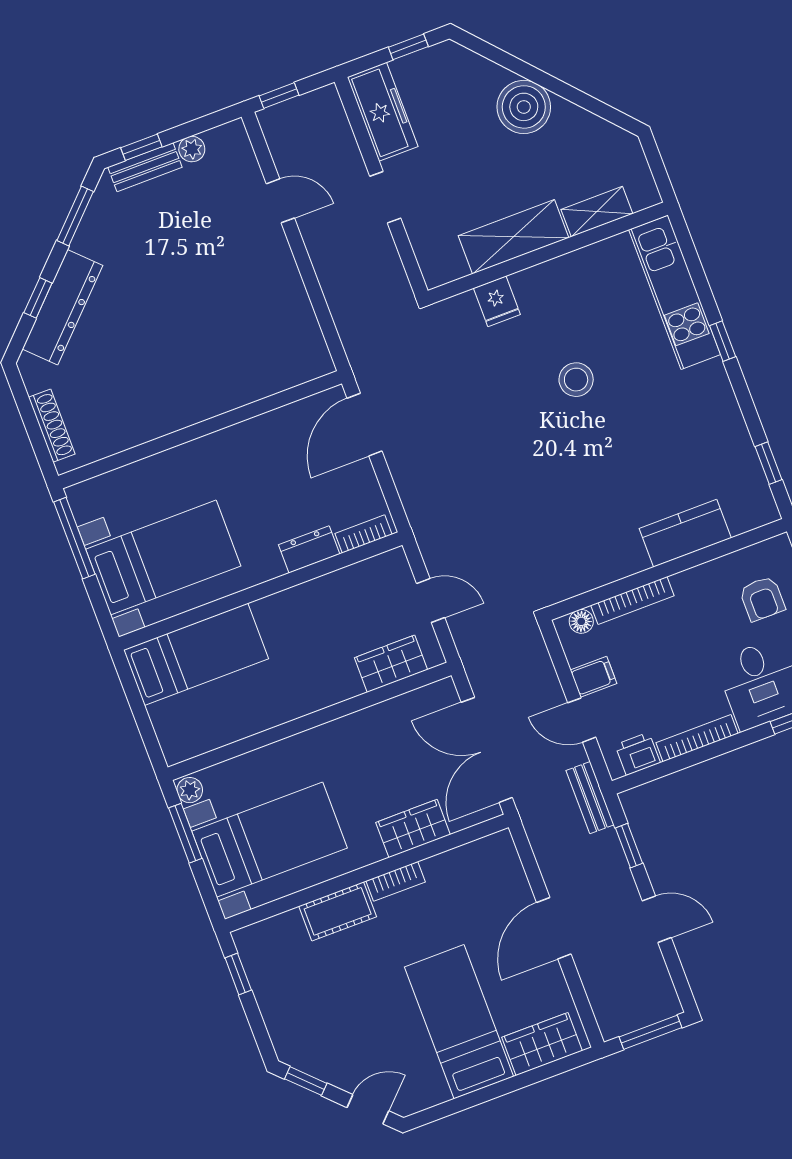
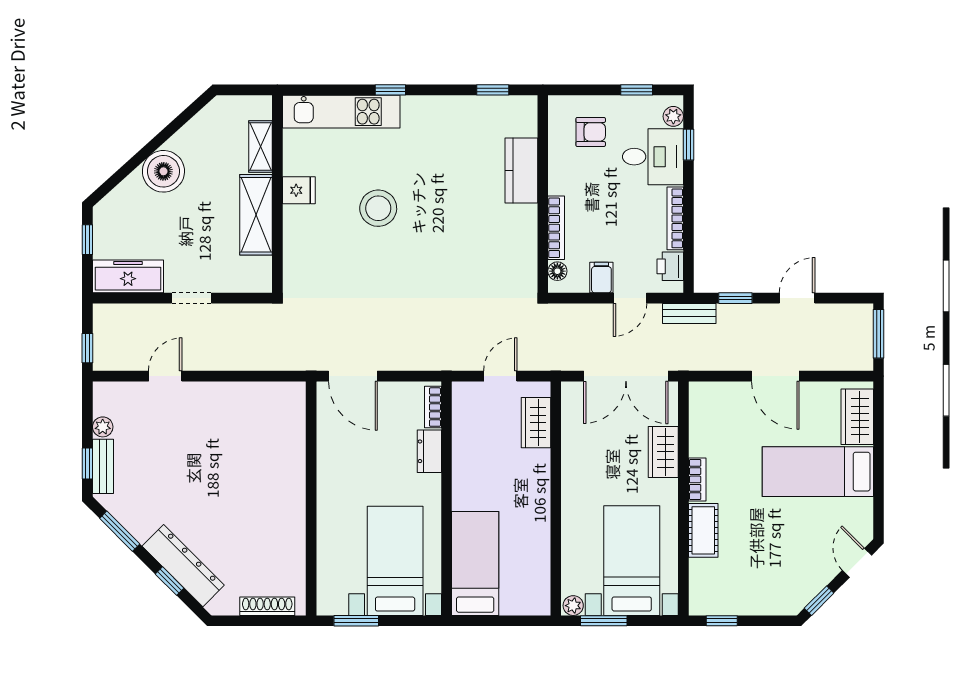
fridge: (497, 301) -> (299, 190), moved
stool: (576, 380) -> (378, 208), width x1.38, depth x1.38
window: (74, 538) -> (356, 621), width x0.69

